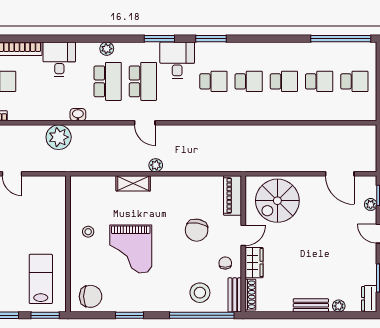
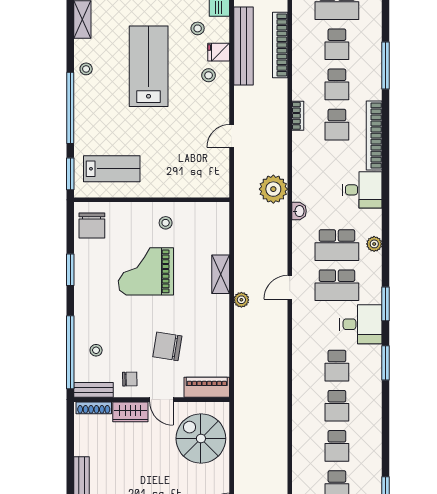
stool: (200, 293) -> (96, 350), width x0.53, depth x0.53

